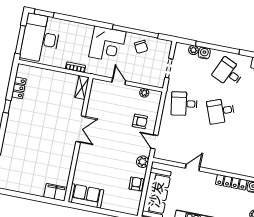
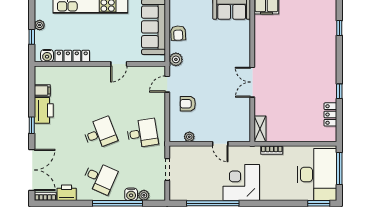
chair: (141, 47) -> (203, 187), removed
door: (154, 142) -> (167, 84), swing flipped

